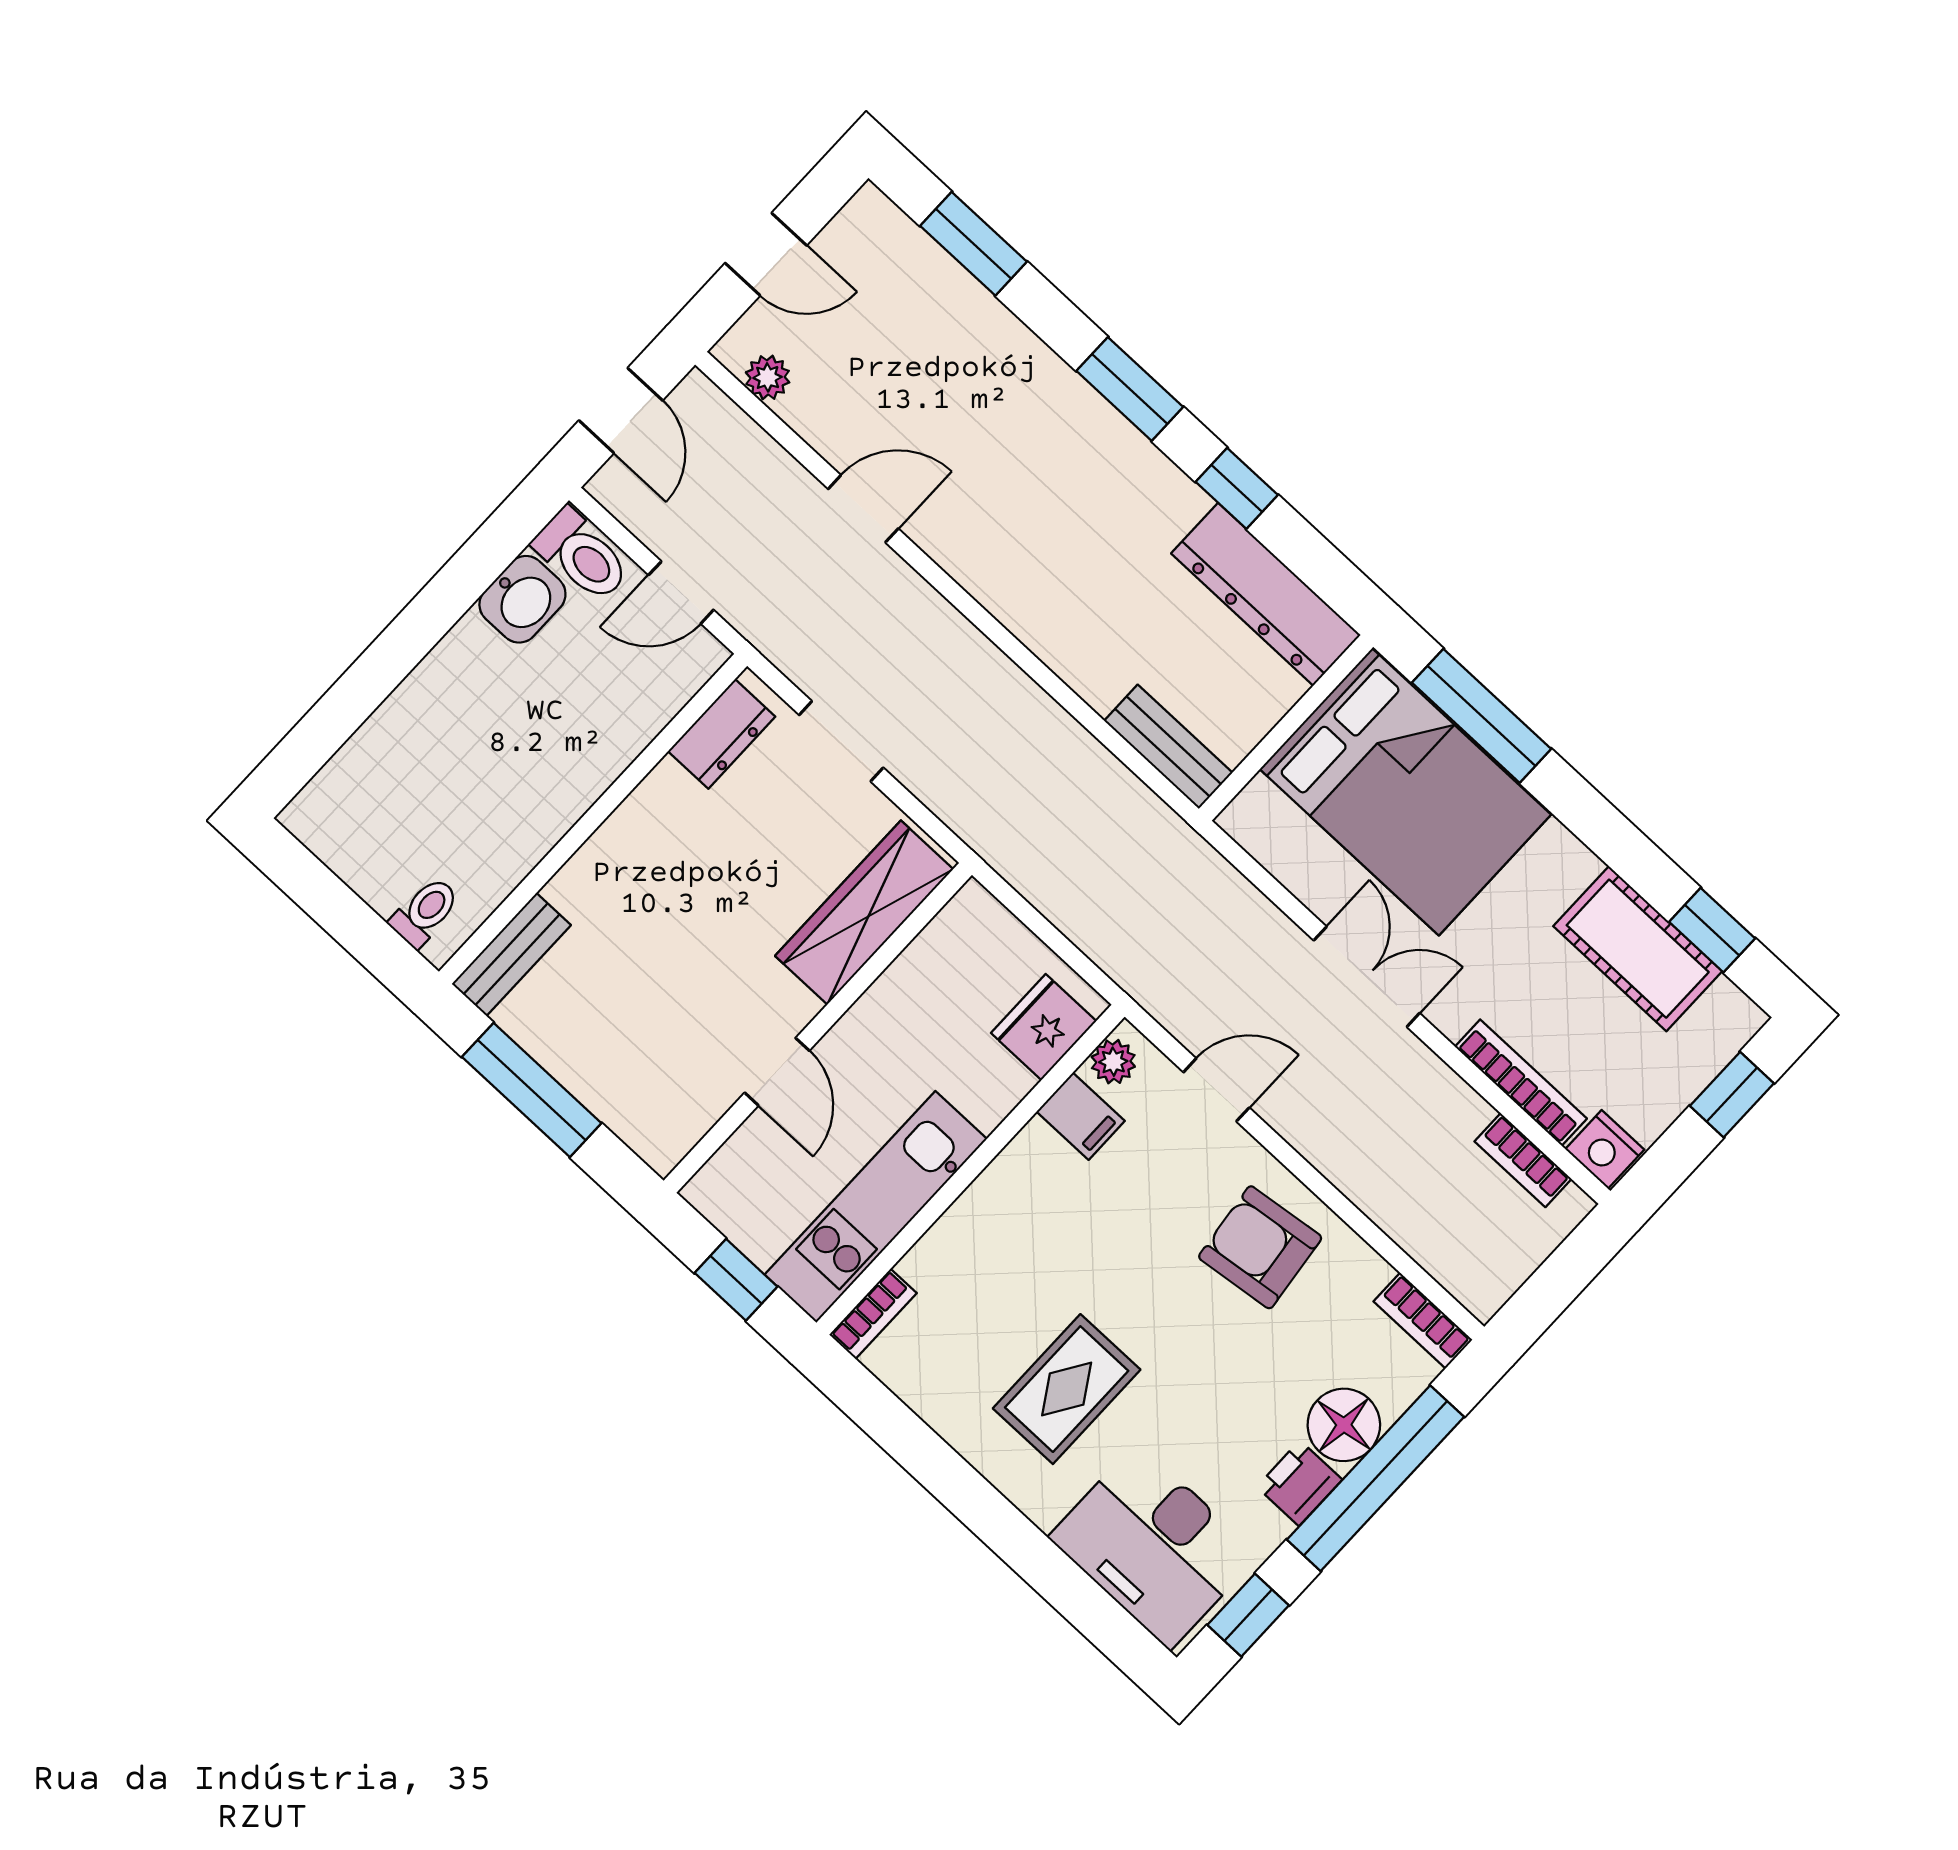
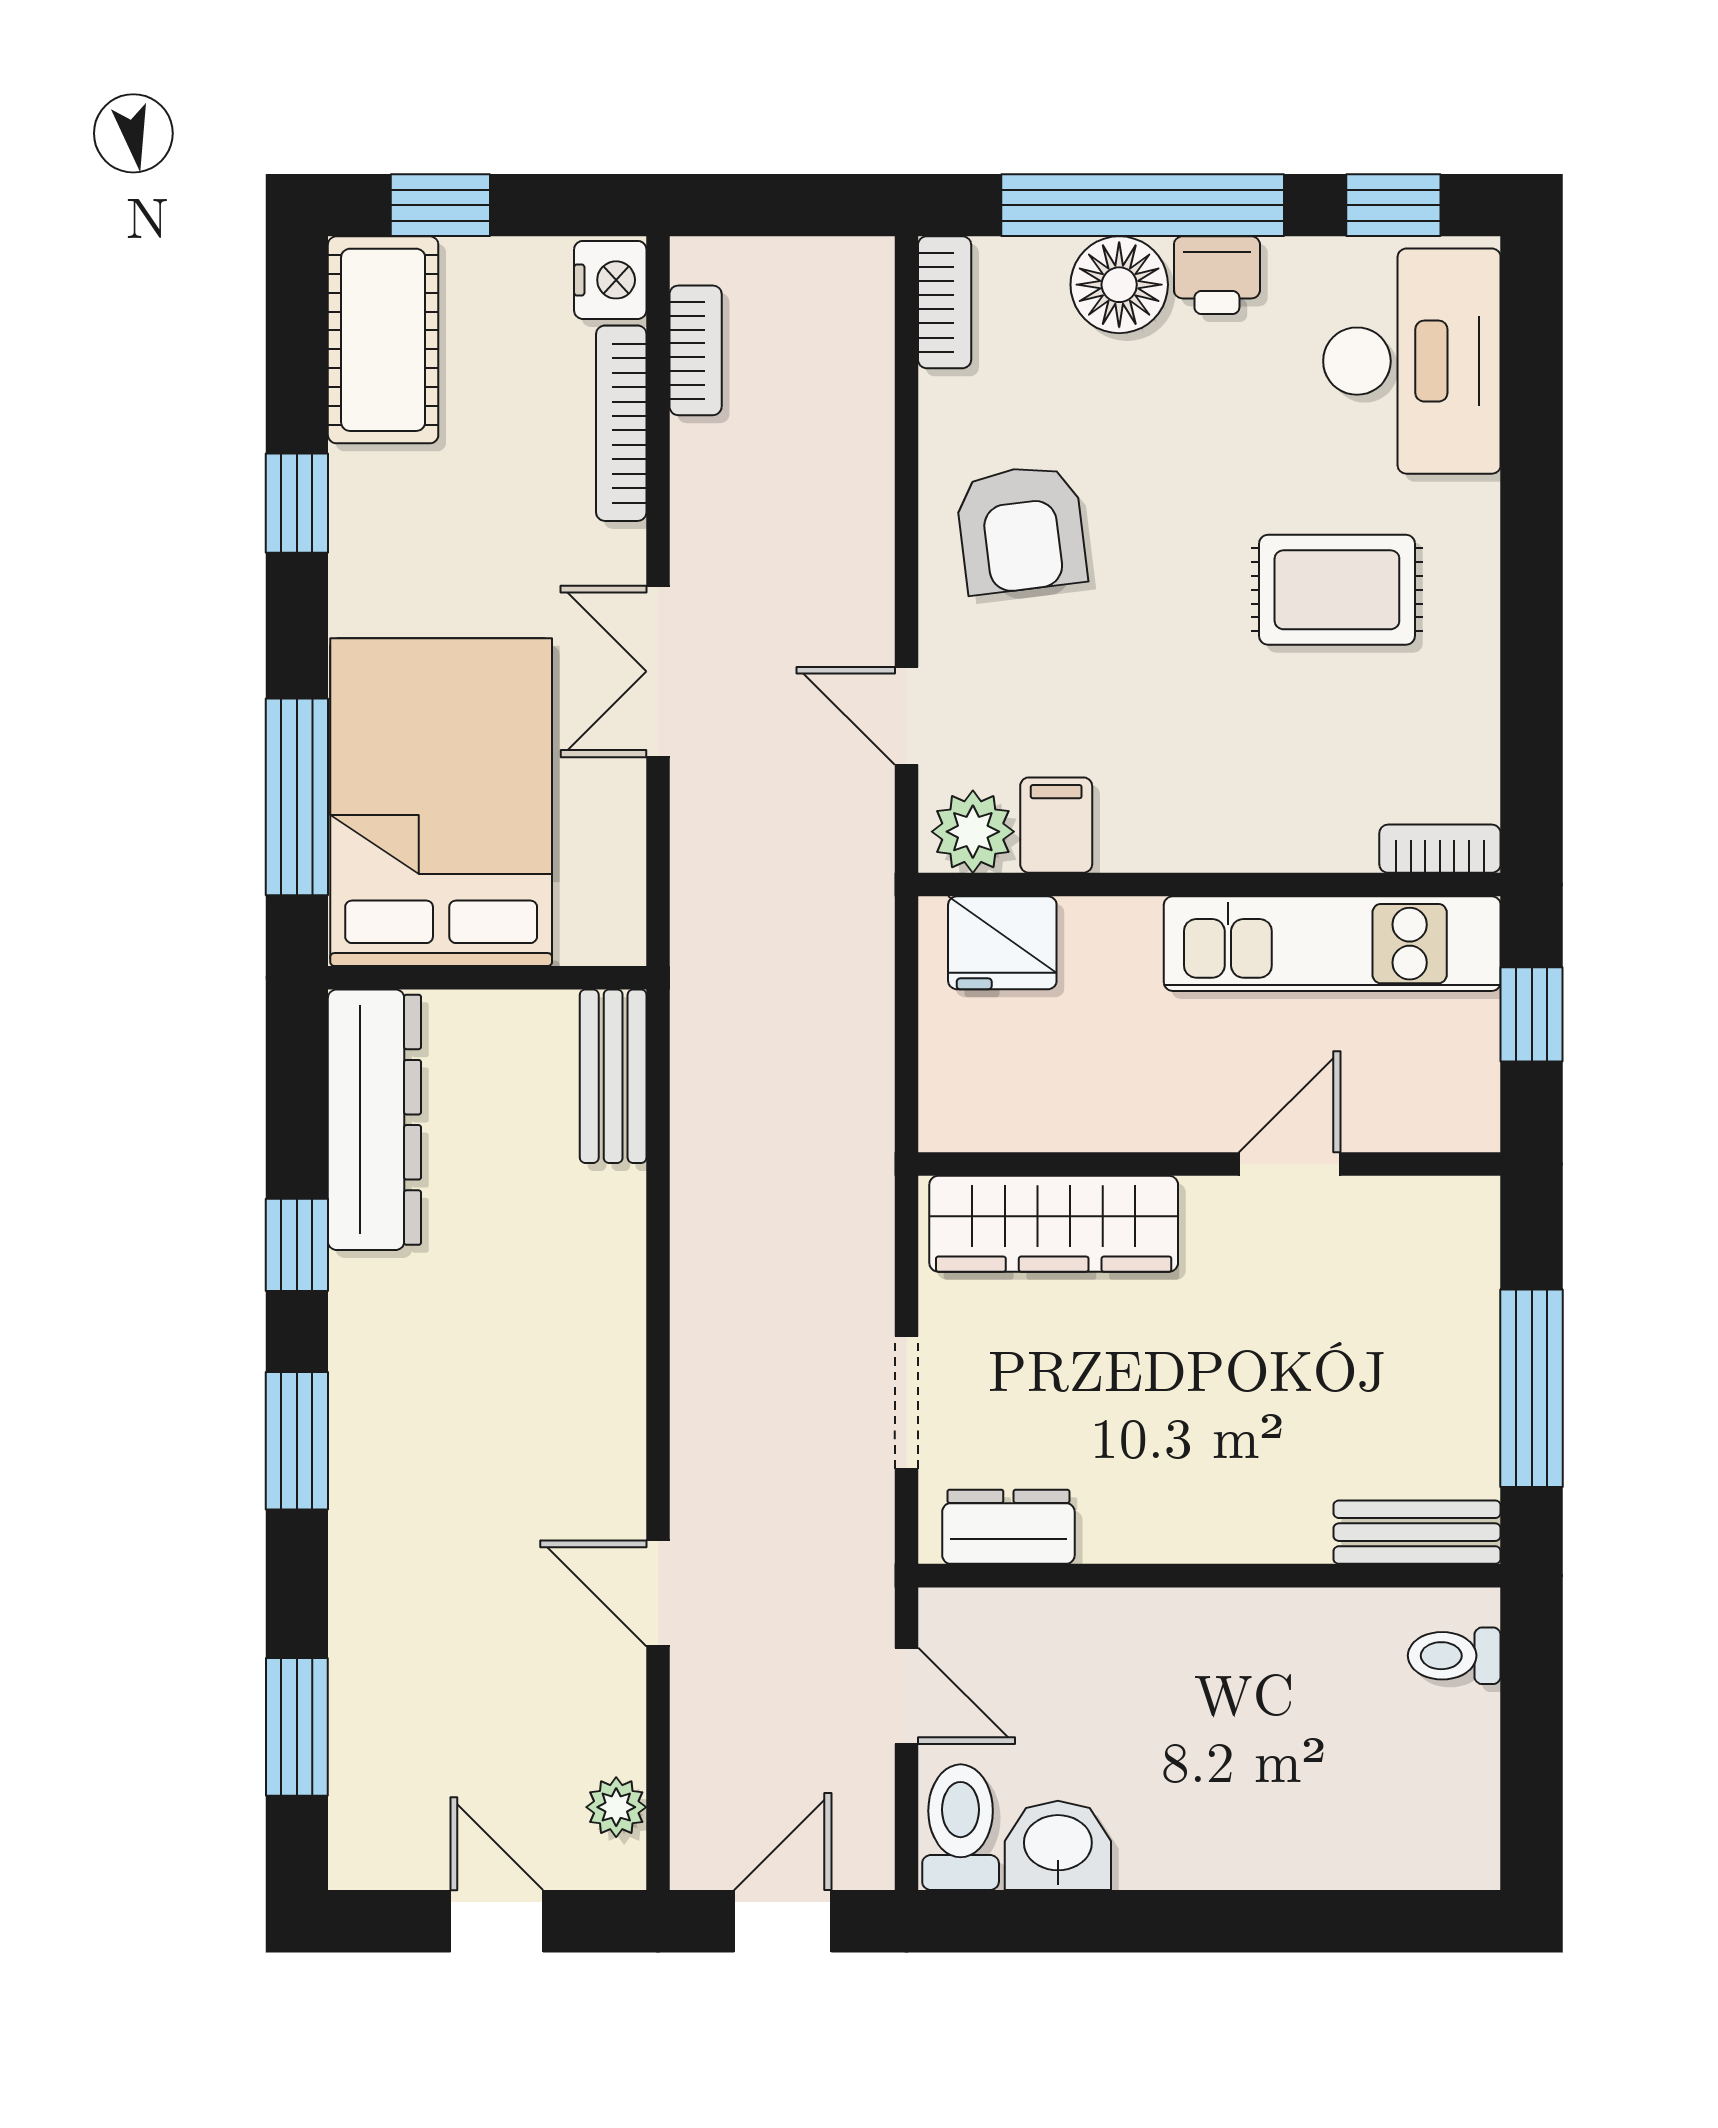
window: (1712, 930) -> (297, 503), moved
cot: (1638, 949) -> (383, 340), moved
plant: (1113, 1062) -> (973, 832), width x1.38, depth x1.38

